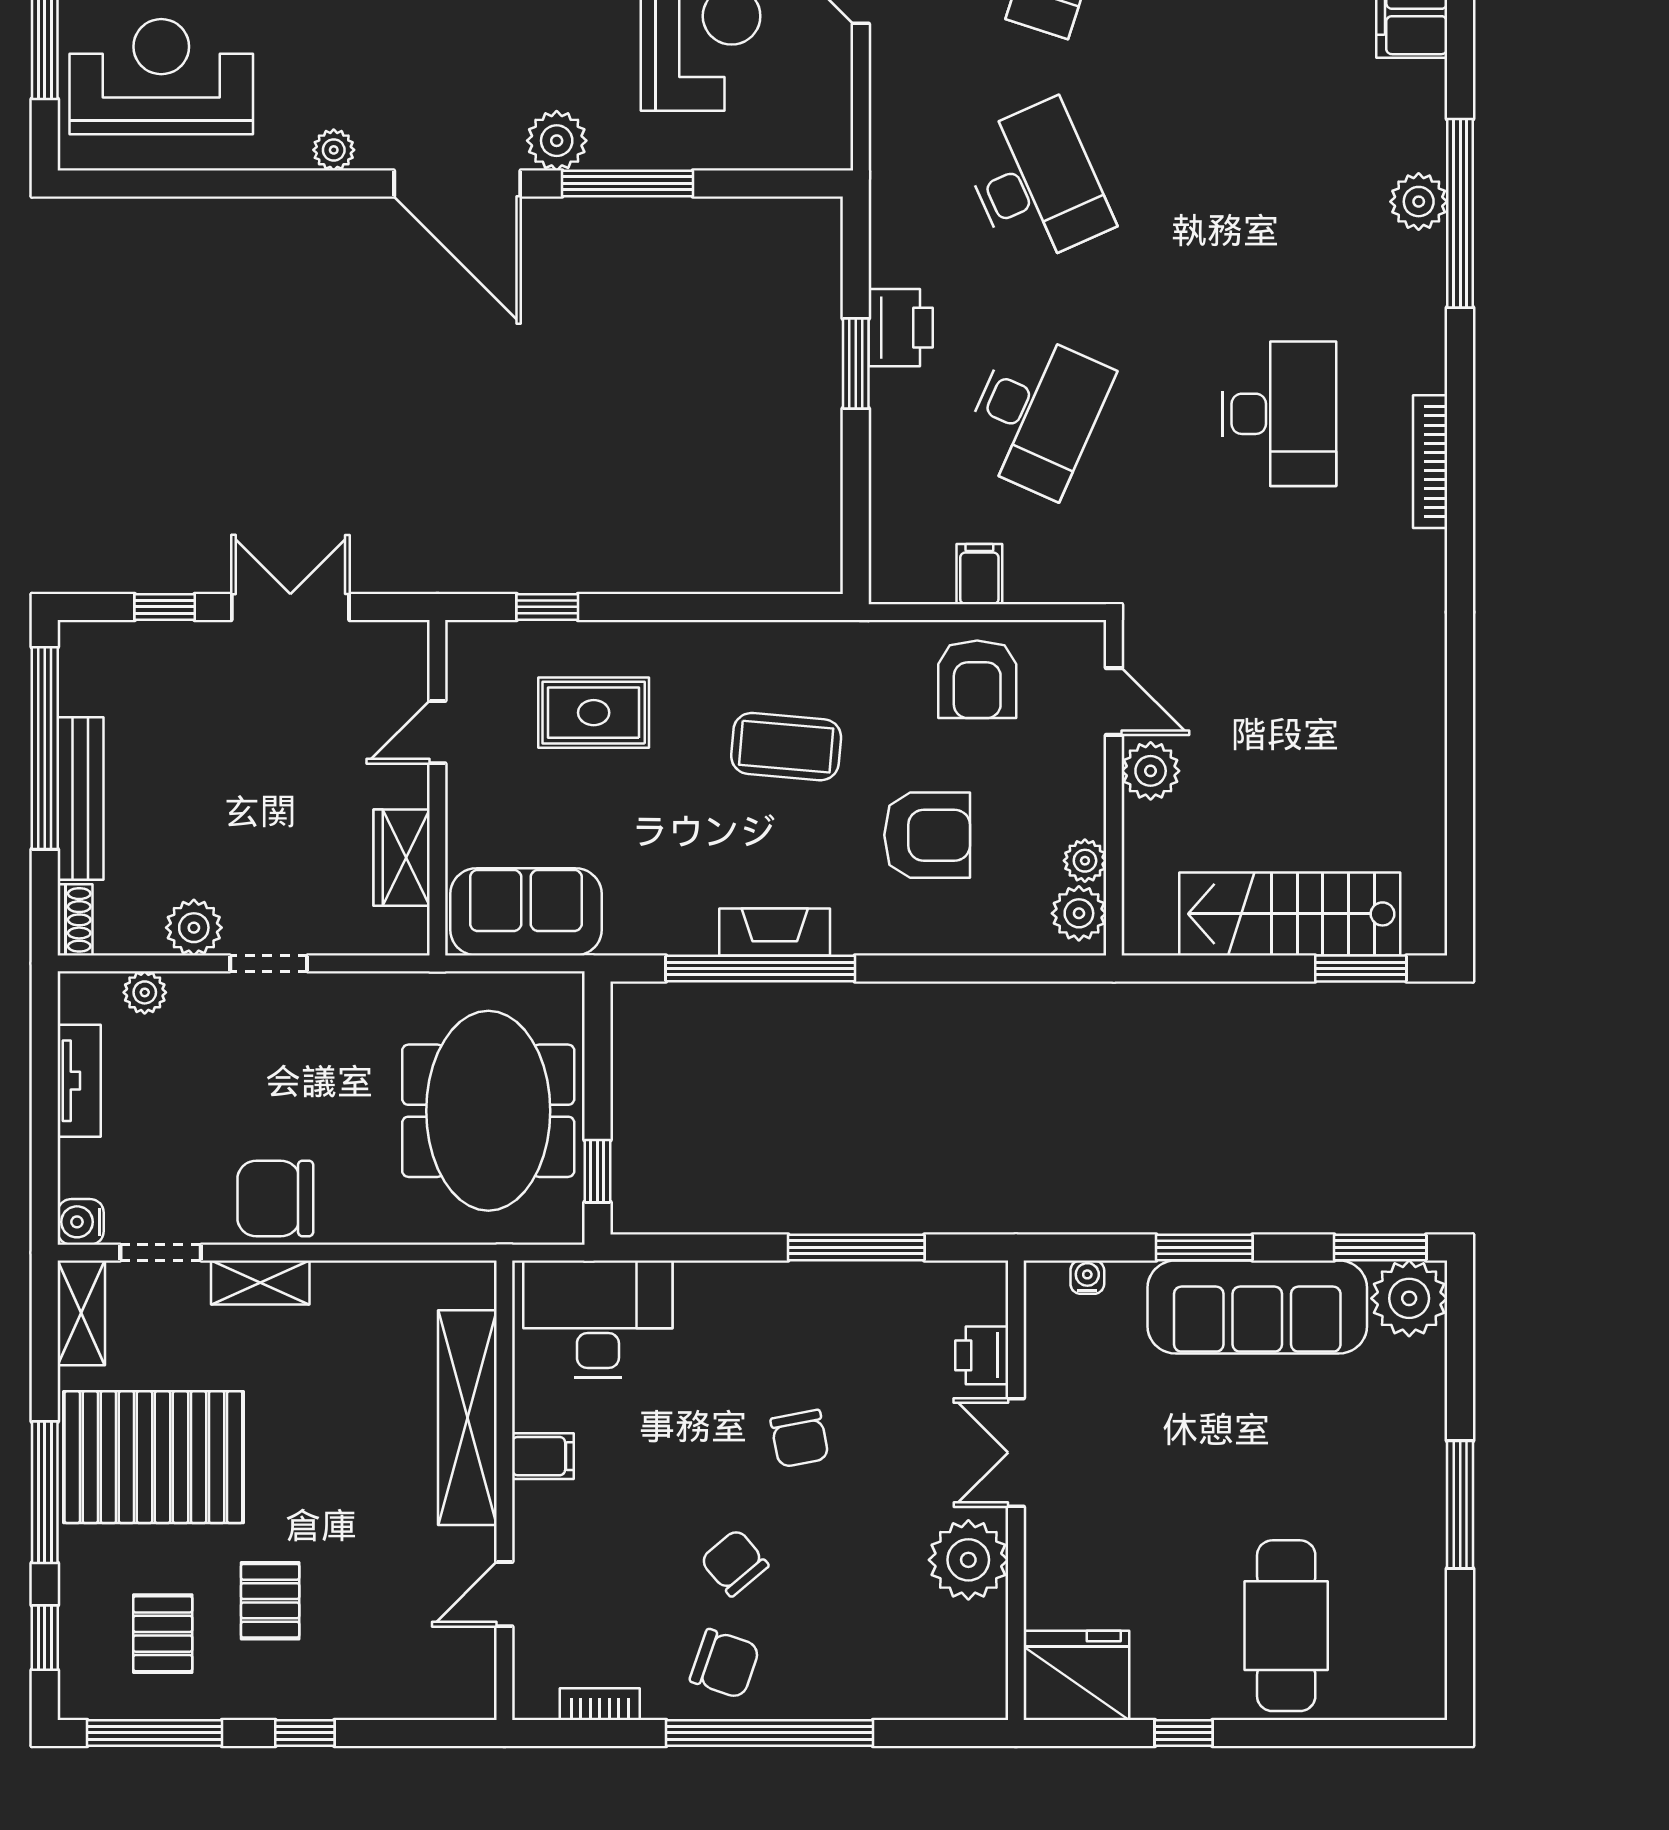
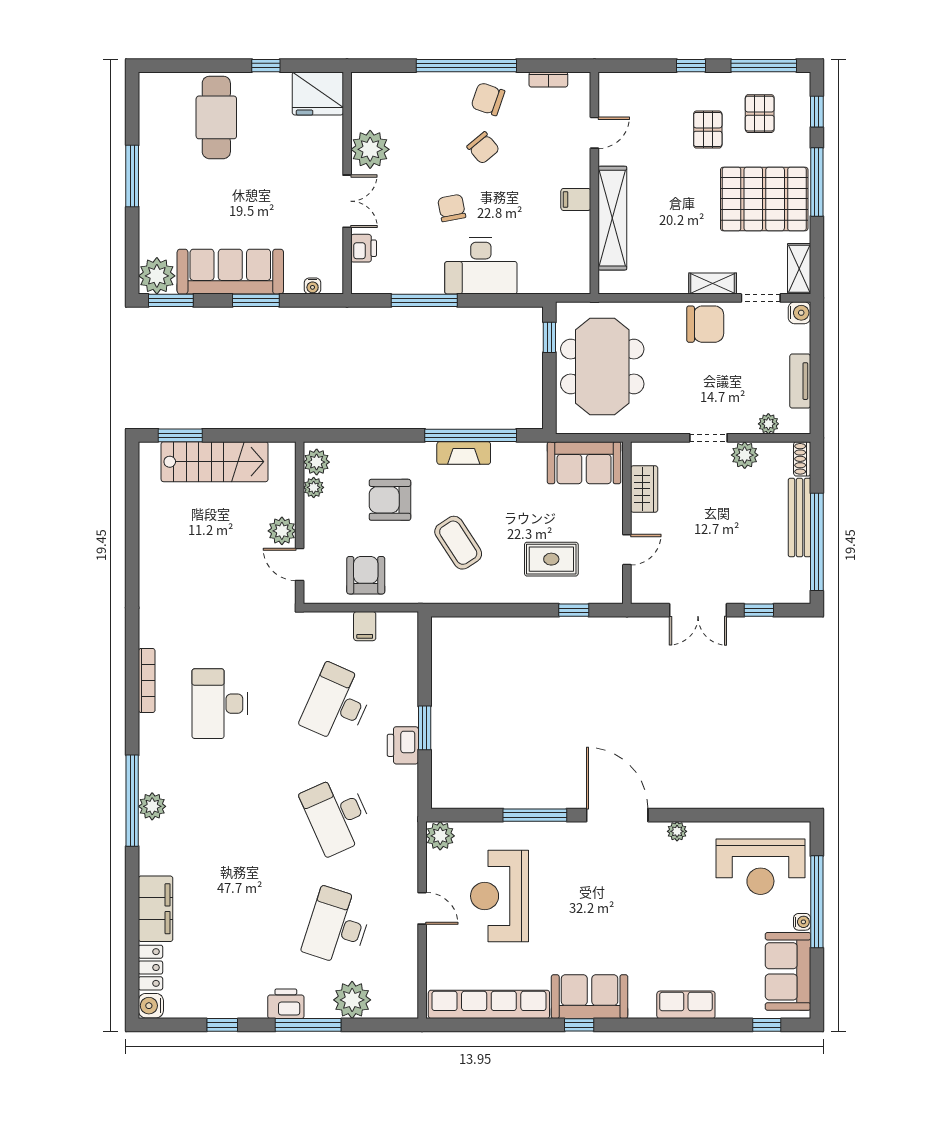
plant: (557, 141) -> (440, 836), moved
coffee table: (786, 747) -> (458, 543), turned 52
desk: (598, 1319) -> (481, 266), moved

